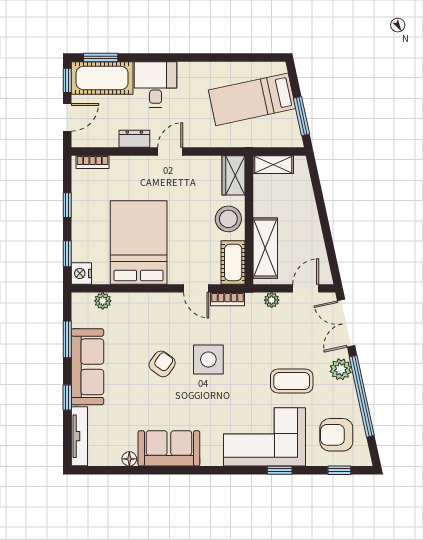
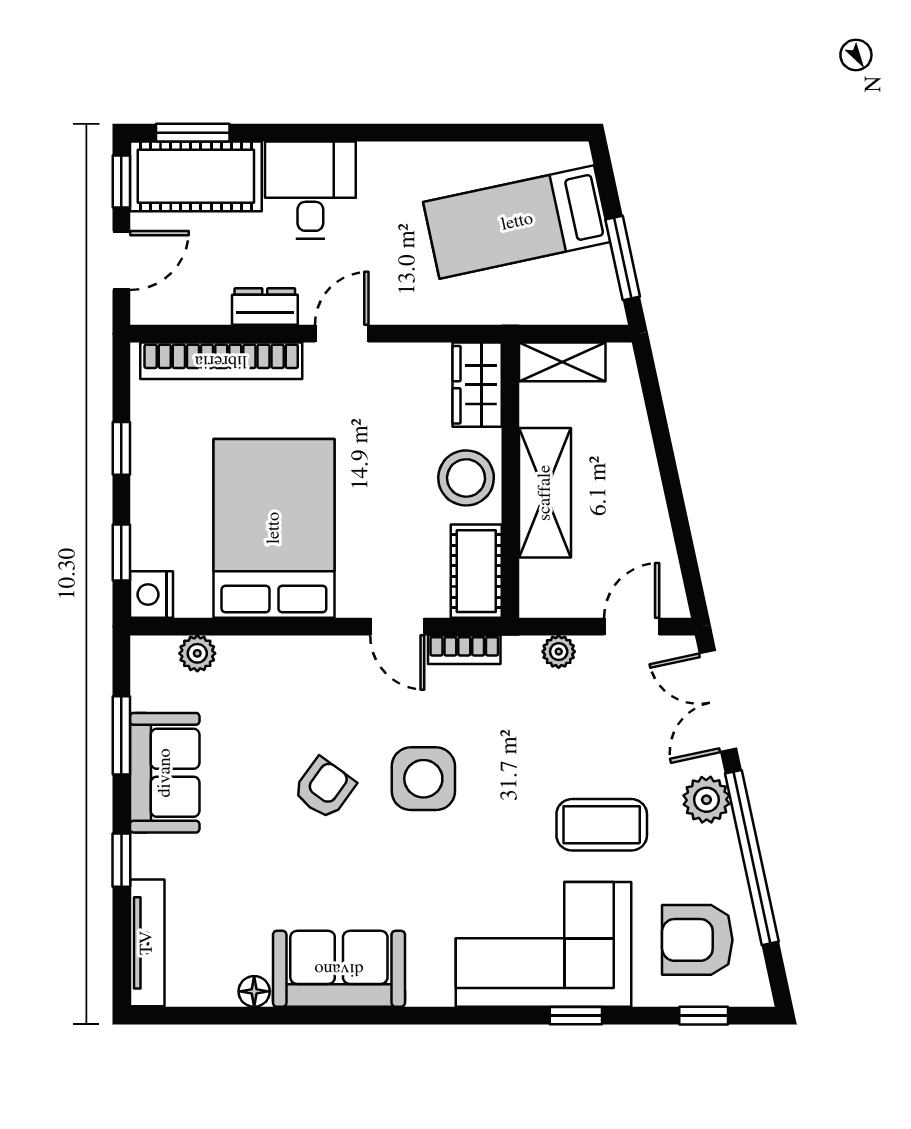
bookcase: (92, 162) -> (221, 361), width x2.31, depth x1.31
shelving: (265, 248) -> (545, 493), moved
sofa: (87, 367) -> (165, 773), width x0.73

